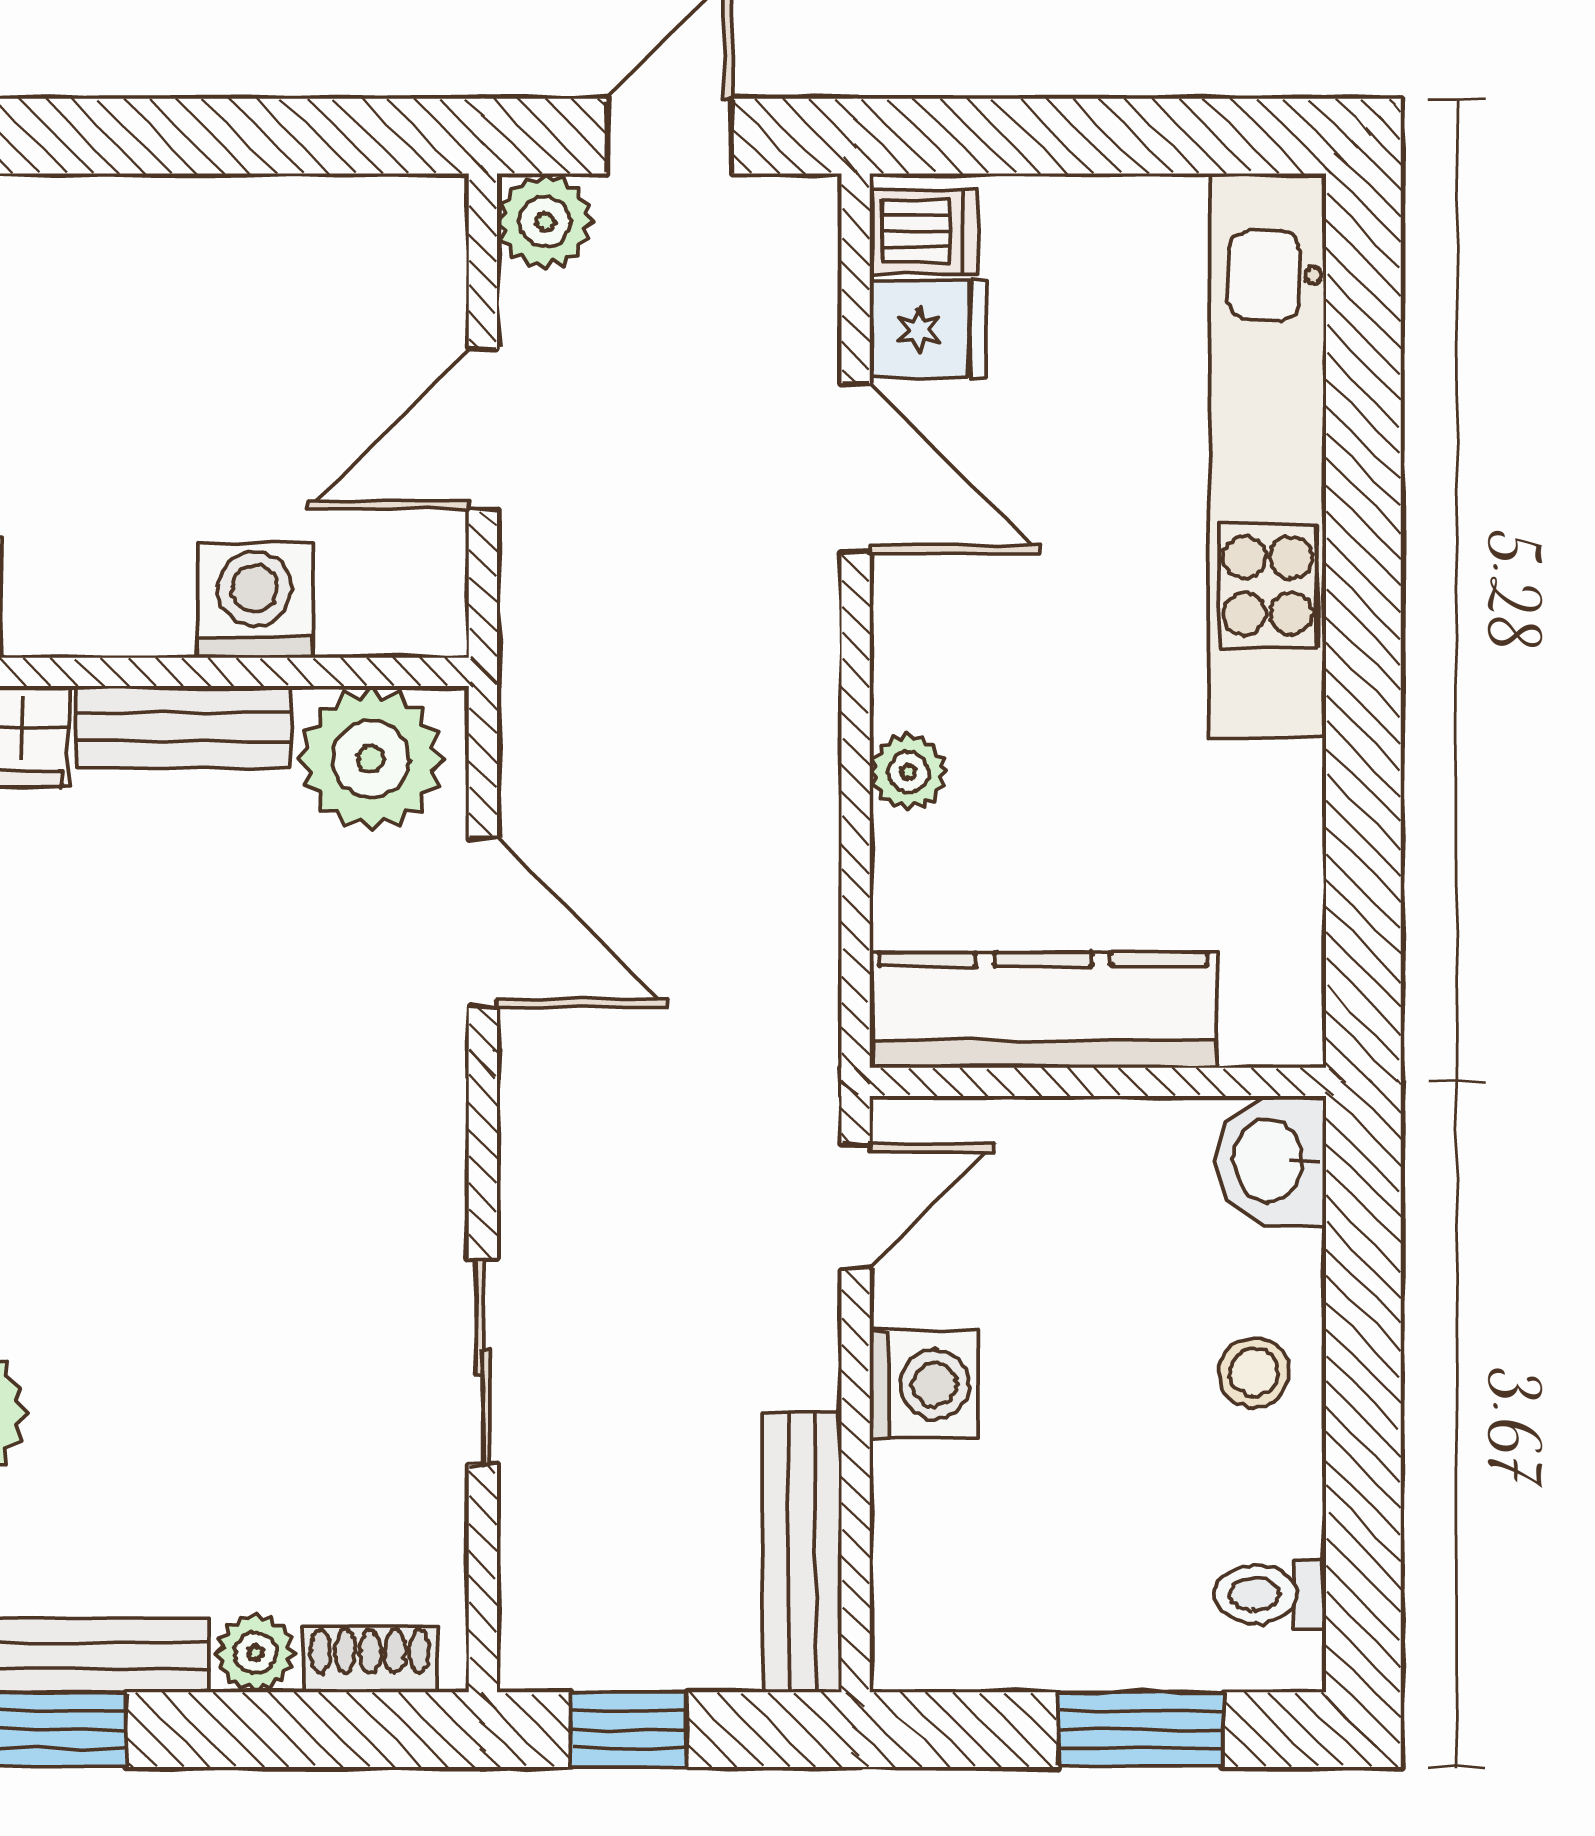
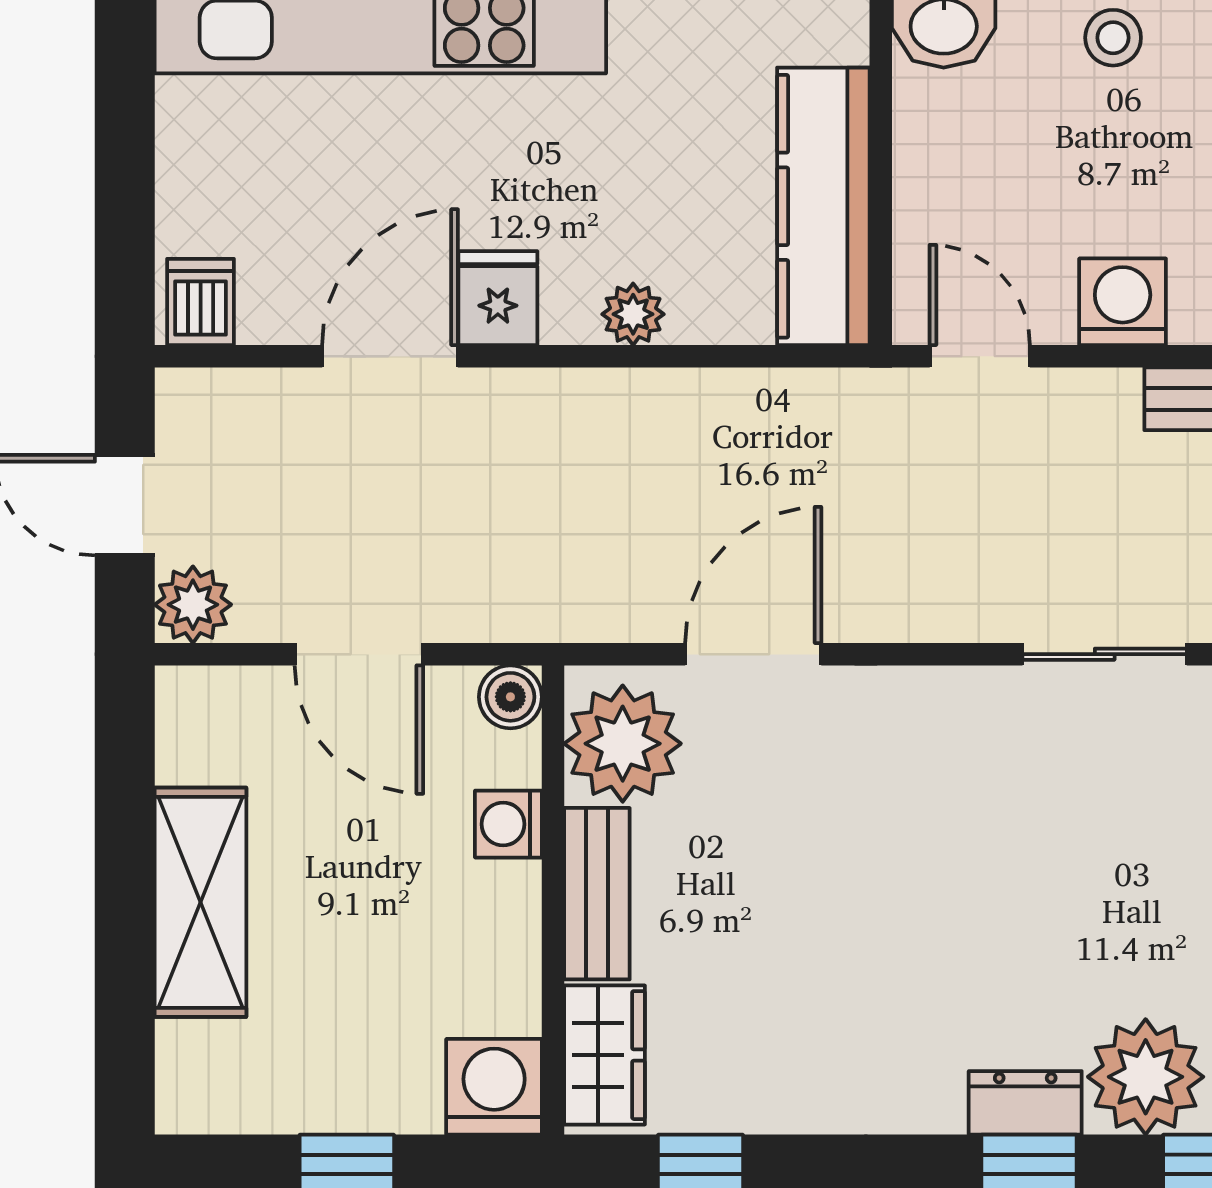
shelving: (173, 231) -> (200, 902), added
fridge: (928, 330) -> (498, 298), moved
washing machine: (255, 600) -> (508, 824), width x0.73, depth x0.73
boiler: (430, 619) -> (510, 697), added

